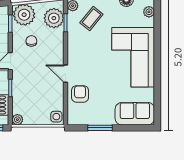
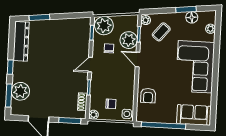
plant: (54, 18) -> (129, 40), moved
door: (66, 74) -> (138, 59), moved
armchair: (80, 94) -> (148, 96), turned 180
chair: (37, 106) -> (111, 104), added
window: (100, 128) -> (164, 125), width x2.11

